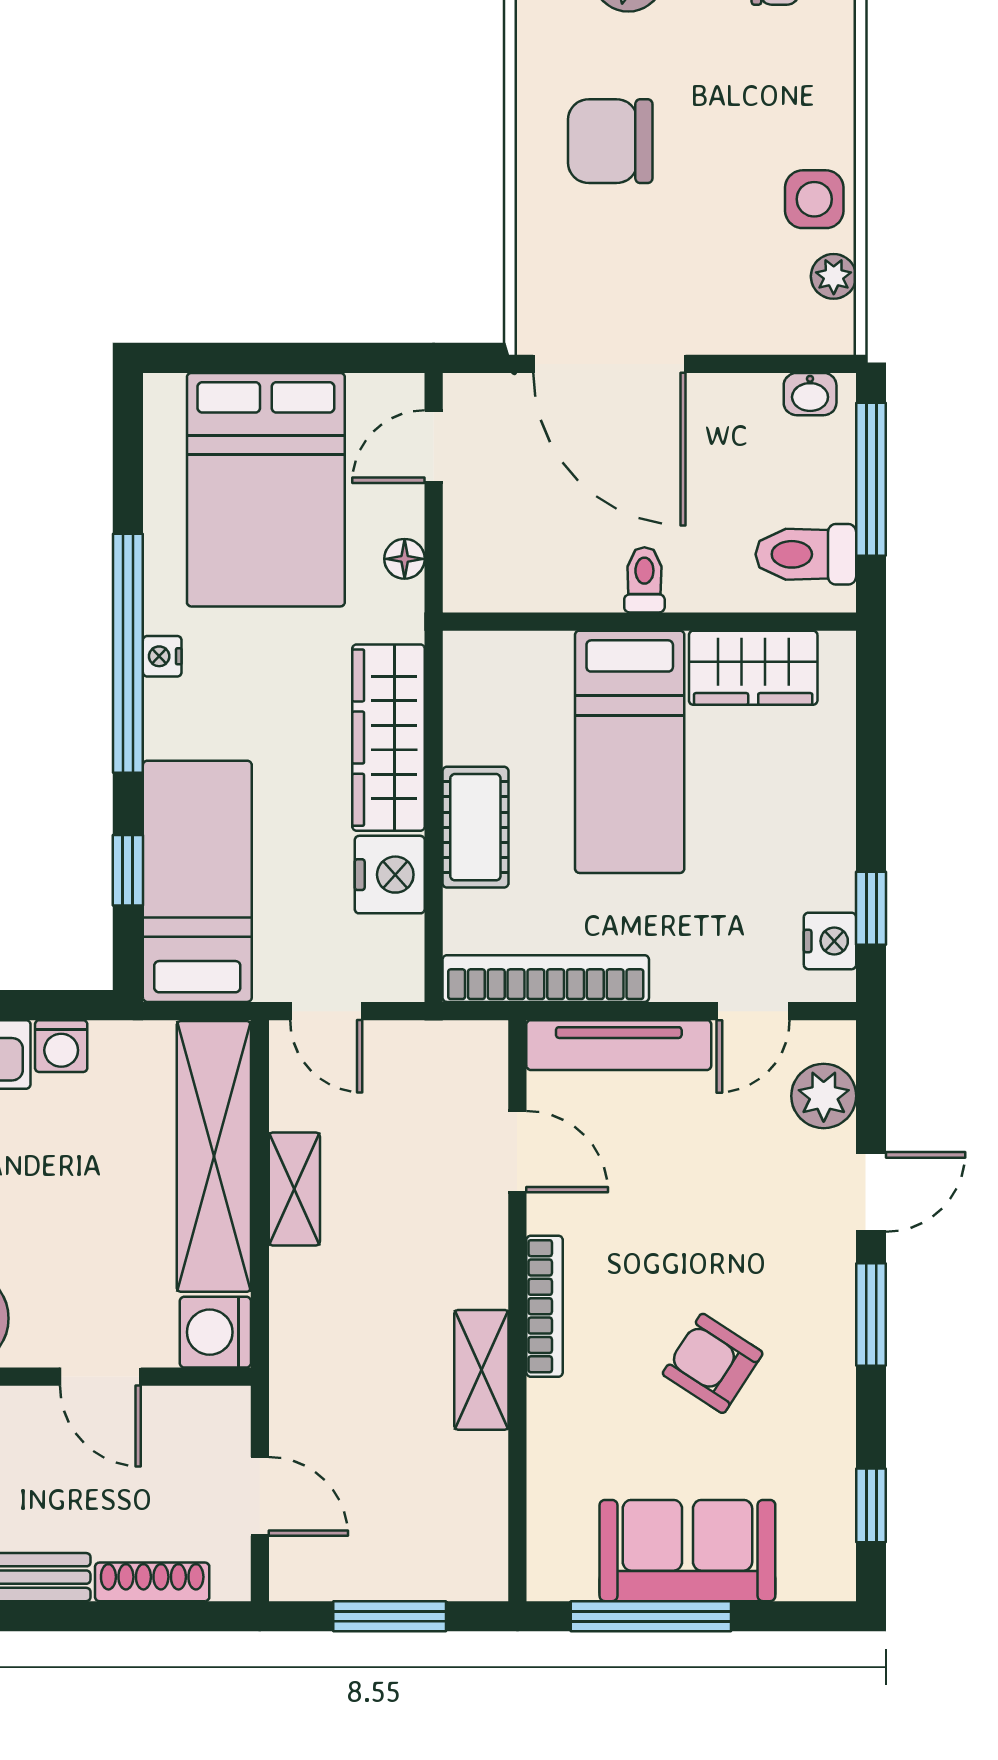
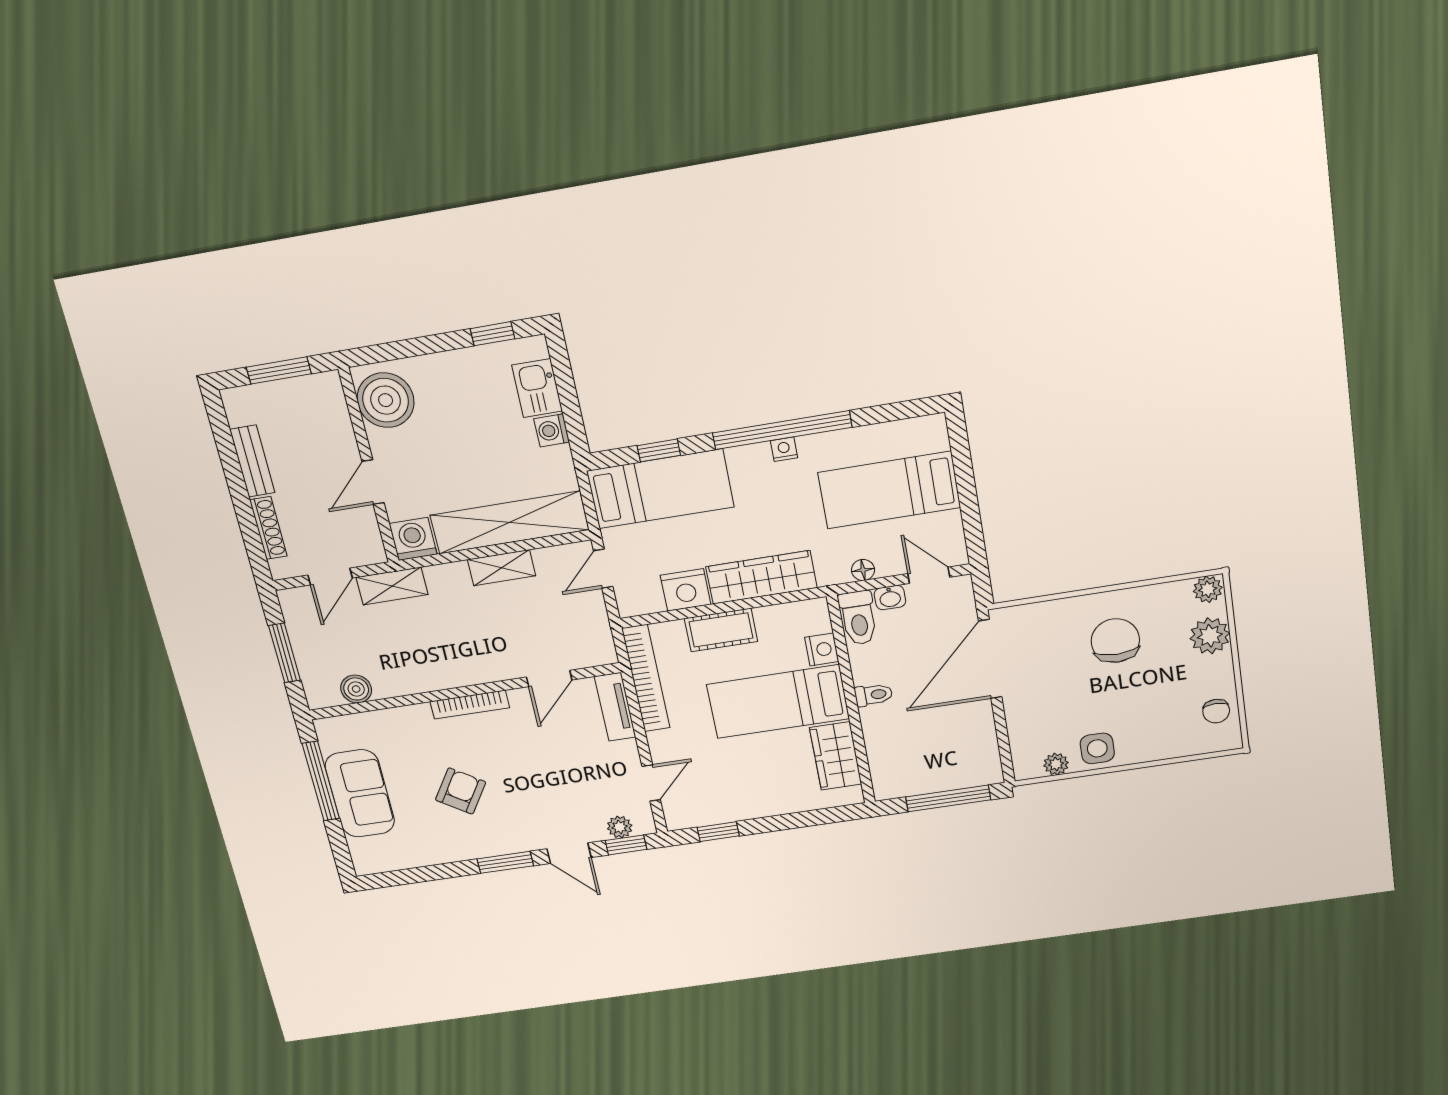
washbasin: (810, 394) -> (890, 598), moved, turned -90
bed: (266, 490) -> (889, 490), width x0.67
toilet: (806, 554) -> (858, 618), moved, turned 180
nightstand: (830, 941) -> (822, 649), moved, turned -90
door: (753, 1011) -> (651, 783), swing flipped
tv unit: (619, 1045) -> (615, 707), width x0.71
plant: (824, 1096) -> (620, 827), width x0.73, depth x0.73
shelving: (481, 1370) -> (392, 586), moved
boiler: (481, 1505) -> (356, 689), added
window: (871, 1505) -> (626, 845), moved

